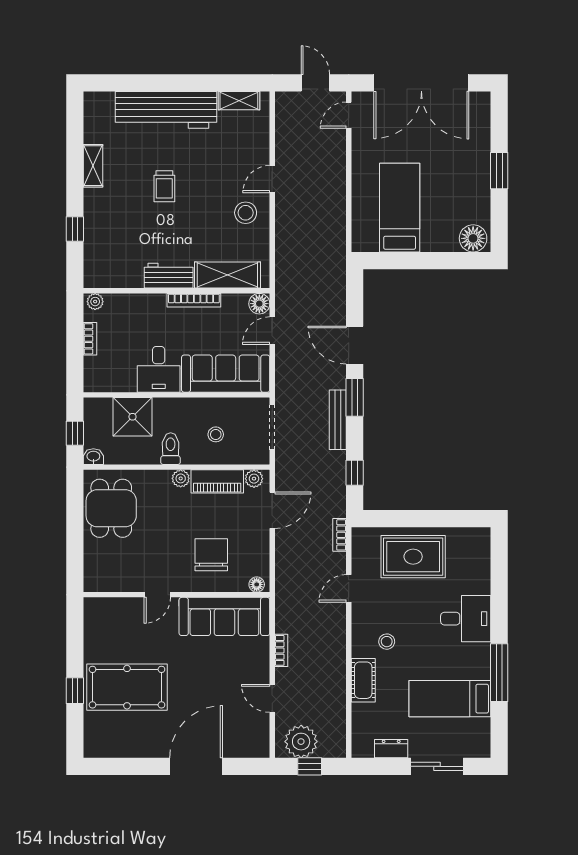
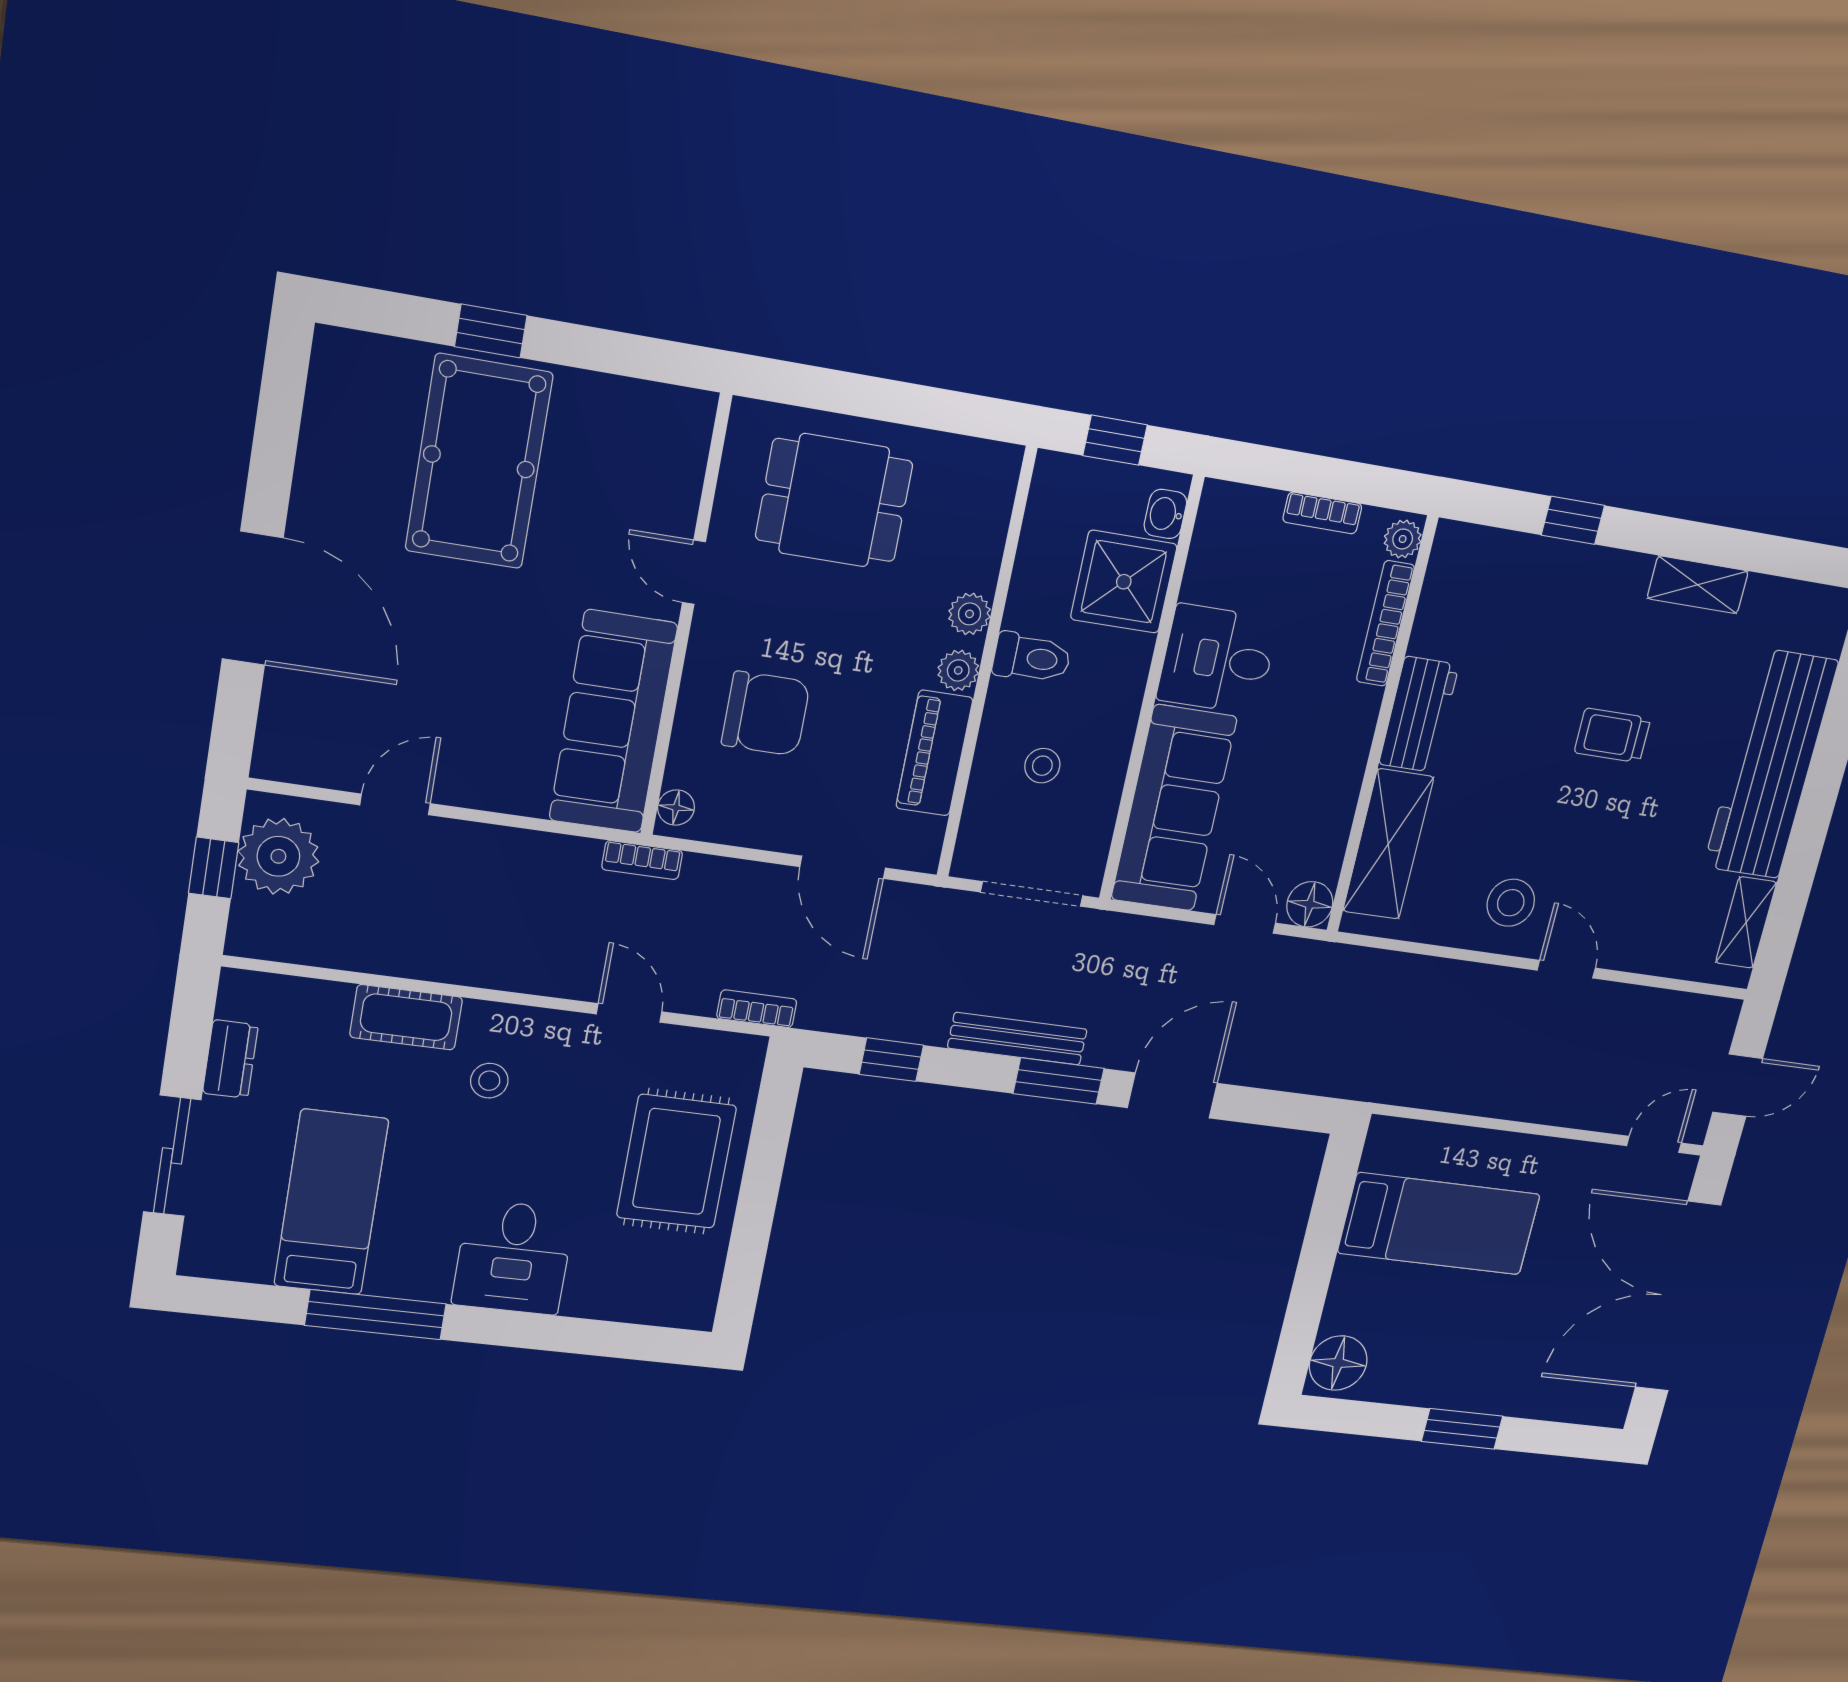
door: (349, 115) -> (1654, 1144), hinge flipped
bookcase: (194, 300) -> (1385, 623), moved
washbasin: (93, 457) -> (1165, 514), moved, turned 180
plant: (254, 479) -> (970, 614), moved
dining table: (111, 508) -> (834, 500), moved
bookcase: (281, 650) -> (642, 860), moved

